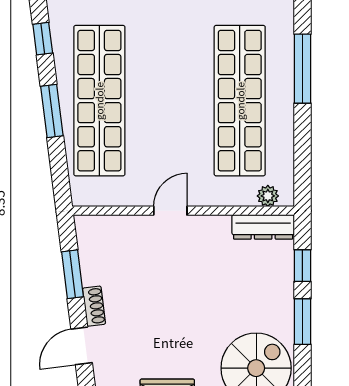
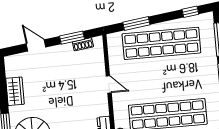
window: (52, 111) -> (136, 24), moved
shoe rack: (94, 306) -> (83, 44), moved

